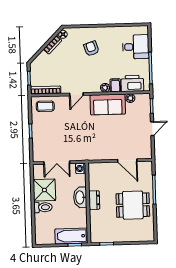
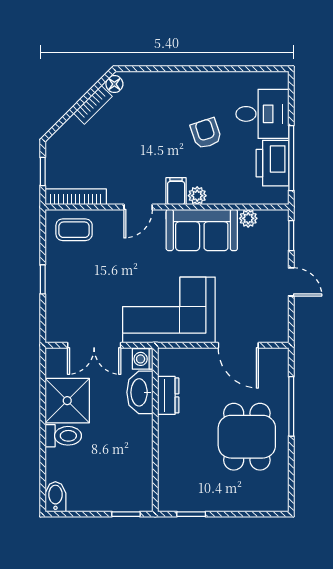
armchair: (91, 49) -> (206, 133), moved
printer: (132, 83) -> (272, 163), moved, turned -90
filing cabinet: (115, 85) -> (176, 191), moved
door: (152, 129) -> (291, 282), hinge flipped
corner sofa: (93, 144) -> (169, 310), added
washbasin: (80, 197) -> (140, 392), moved
dresser: (94, 200) -> (168, 395), moved
dining table: (133, 205) -> (247, 437), turned 90
bathtub: (71, 236) -> (120, 496), removed
bidet: (40, 237) -> (55, 497), added

